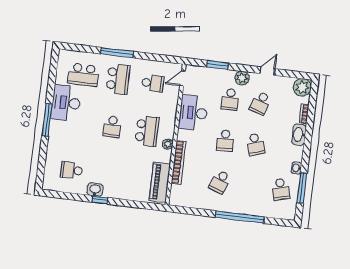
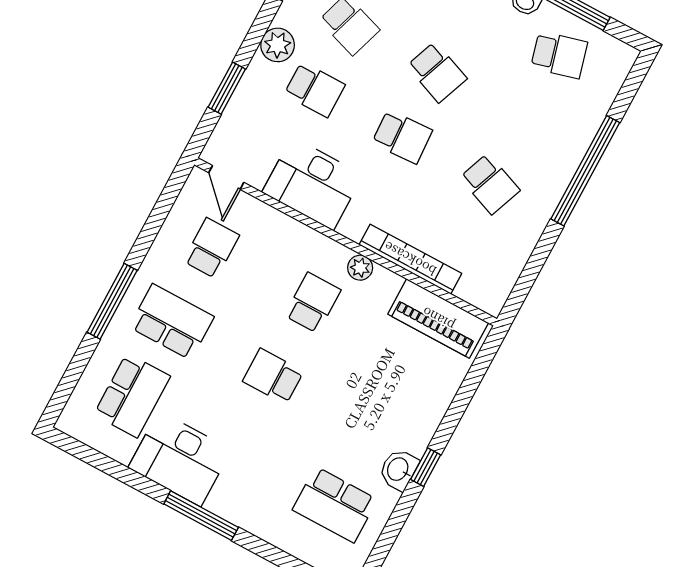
school desk: (112, 127) -> (273, 376), turned 180
school desk: (147, 131) -> (313, 303), width x0.54
school desk: (255, 144) -> (437, 72), turned 39
school desk: (72, 170) -> (335, 505), width x1.85

